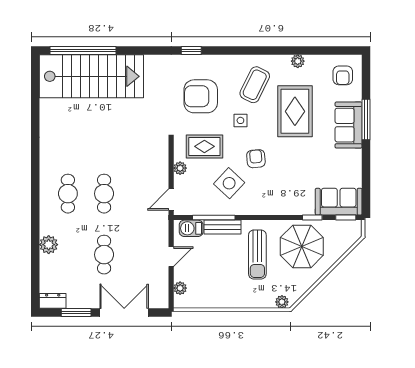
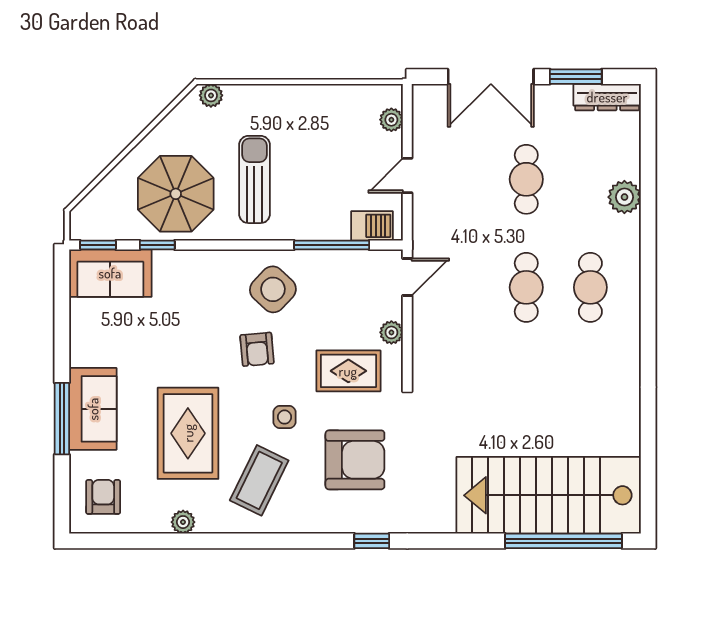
side table: (229, 183) -> (273, 289), moved
bench: (223, 227) -> (316, 228), removed
dresser: (53, 301) -> (607, 97), width x1.44

